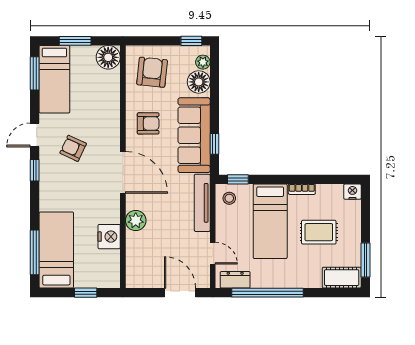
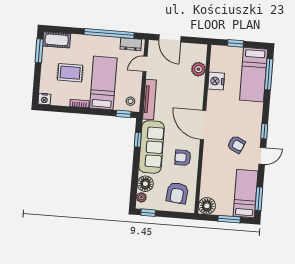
plant: (136, 220) -> (198, 69), moved
door: (213, 253) -> (145, 64), hinge flipped

